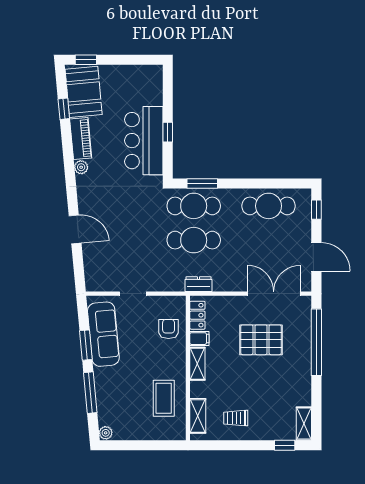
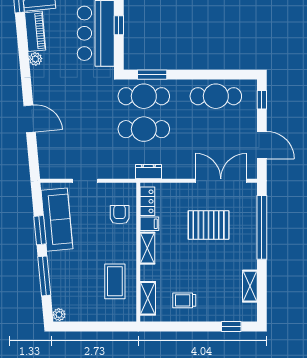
shelving: (304, 424) -> (250, 286), moved

